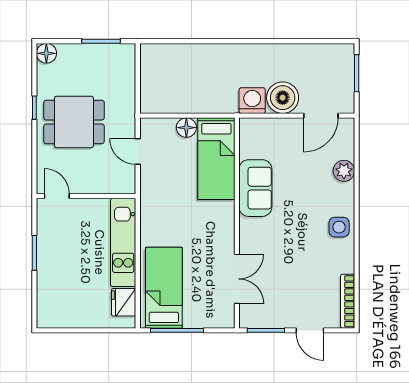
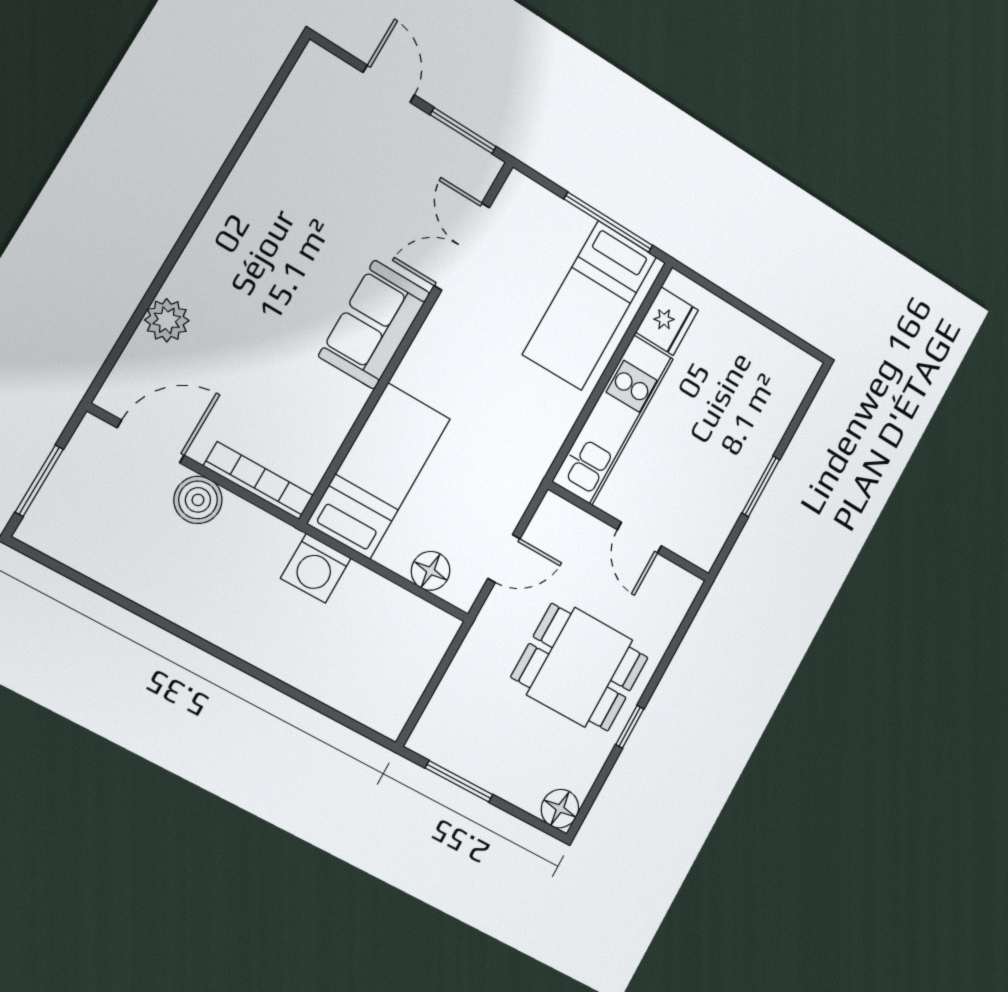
boiler: (283, 98) -> (198, 500), width x0.73, depth x0.73
washing machine: (252, 101) -> (316, 568), moved
floor lamp: (186, 128) -> (431, 571), moved
door: (138, 151) -> (504, 559), hinge flipped
sofa: (255, 188) -> (374, 325), moved
door: (57, 196) -> (639, 538), moved
side table: (339, 227) -> (234, 228), removed
bookcase: (348, 301) -> (258, 481), moved, turned -90

